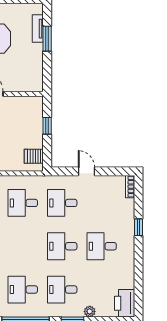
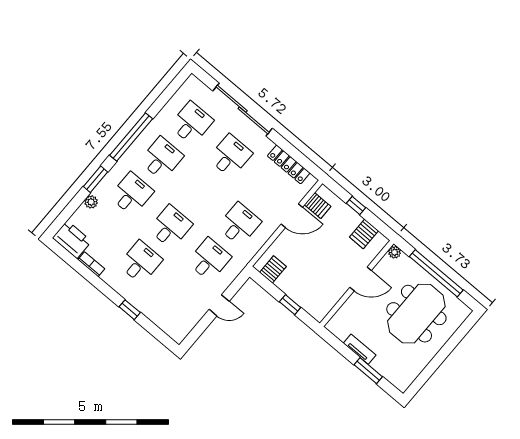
tv unit: (38, 29) -> (360, 349), moved
bookcase: (130, 187) -> (91, 264), moved

